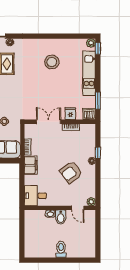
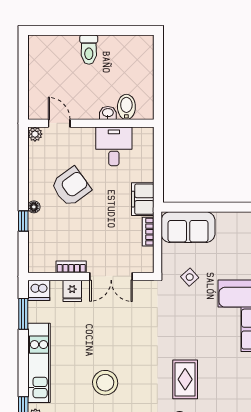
desk: (35, 196) -> (114, 146), moved, turned -90
bidet: (61, 217) -> (126, 107), moved

